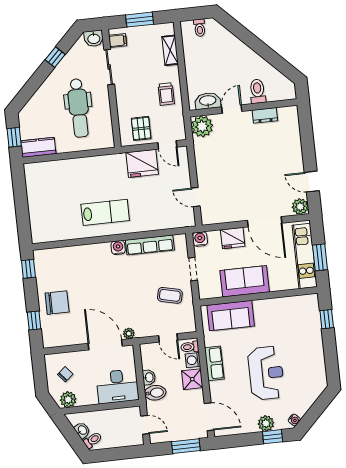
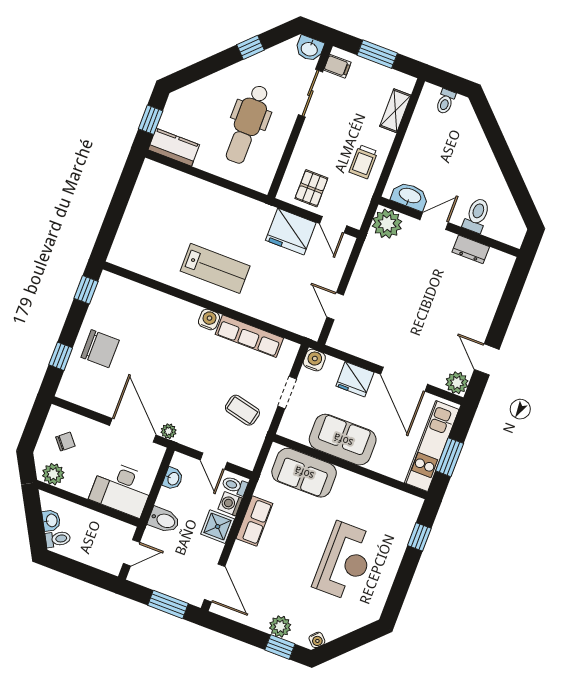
reception desk: (266, 373) -> (345, 561), moved
washbasin: (149, 377) -> (173, 479), moved
door: (145, 425) -> (131, 553), hinge flipped

